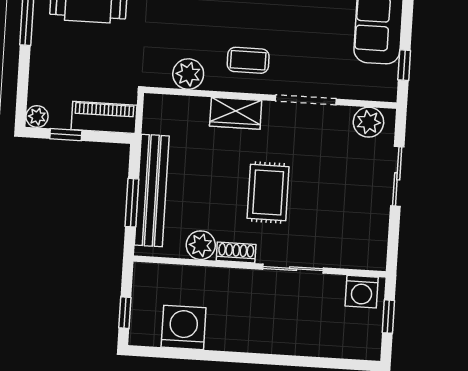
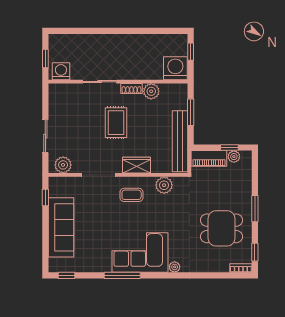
plant: (37, 117) -> (234, 157), moved
bench: (152, 191) -> (180, 141), moved
washing machine: (184, 327) -> (175, 68), moved, turned 180

